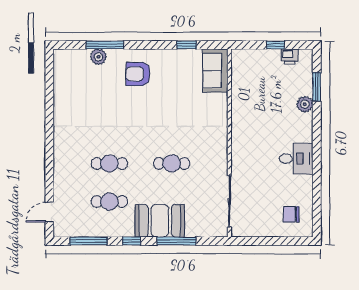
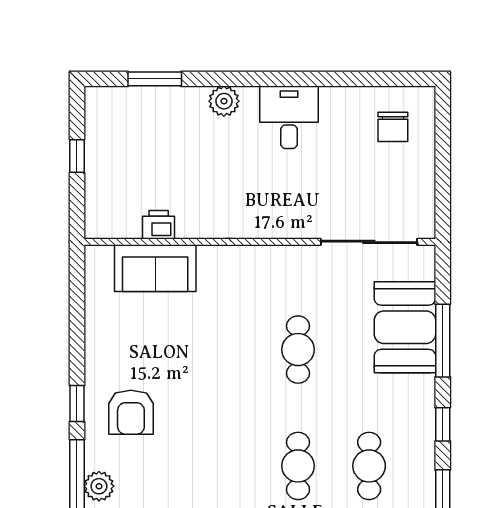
window: (187, 45) -> (77, 404), moved
printer: (289, 56) -> (159, 225), moved, turned -90
sofa: (215, 71) -> (155, 268), moved
plant: (305, 104) -> (224, 101), moved
booth: (160, 221) -> (405, 327), moved

